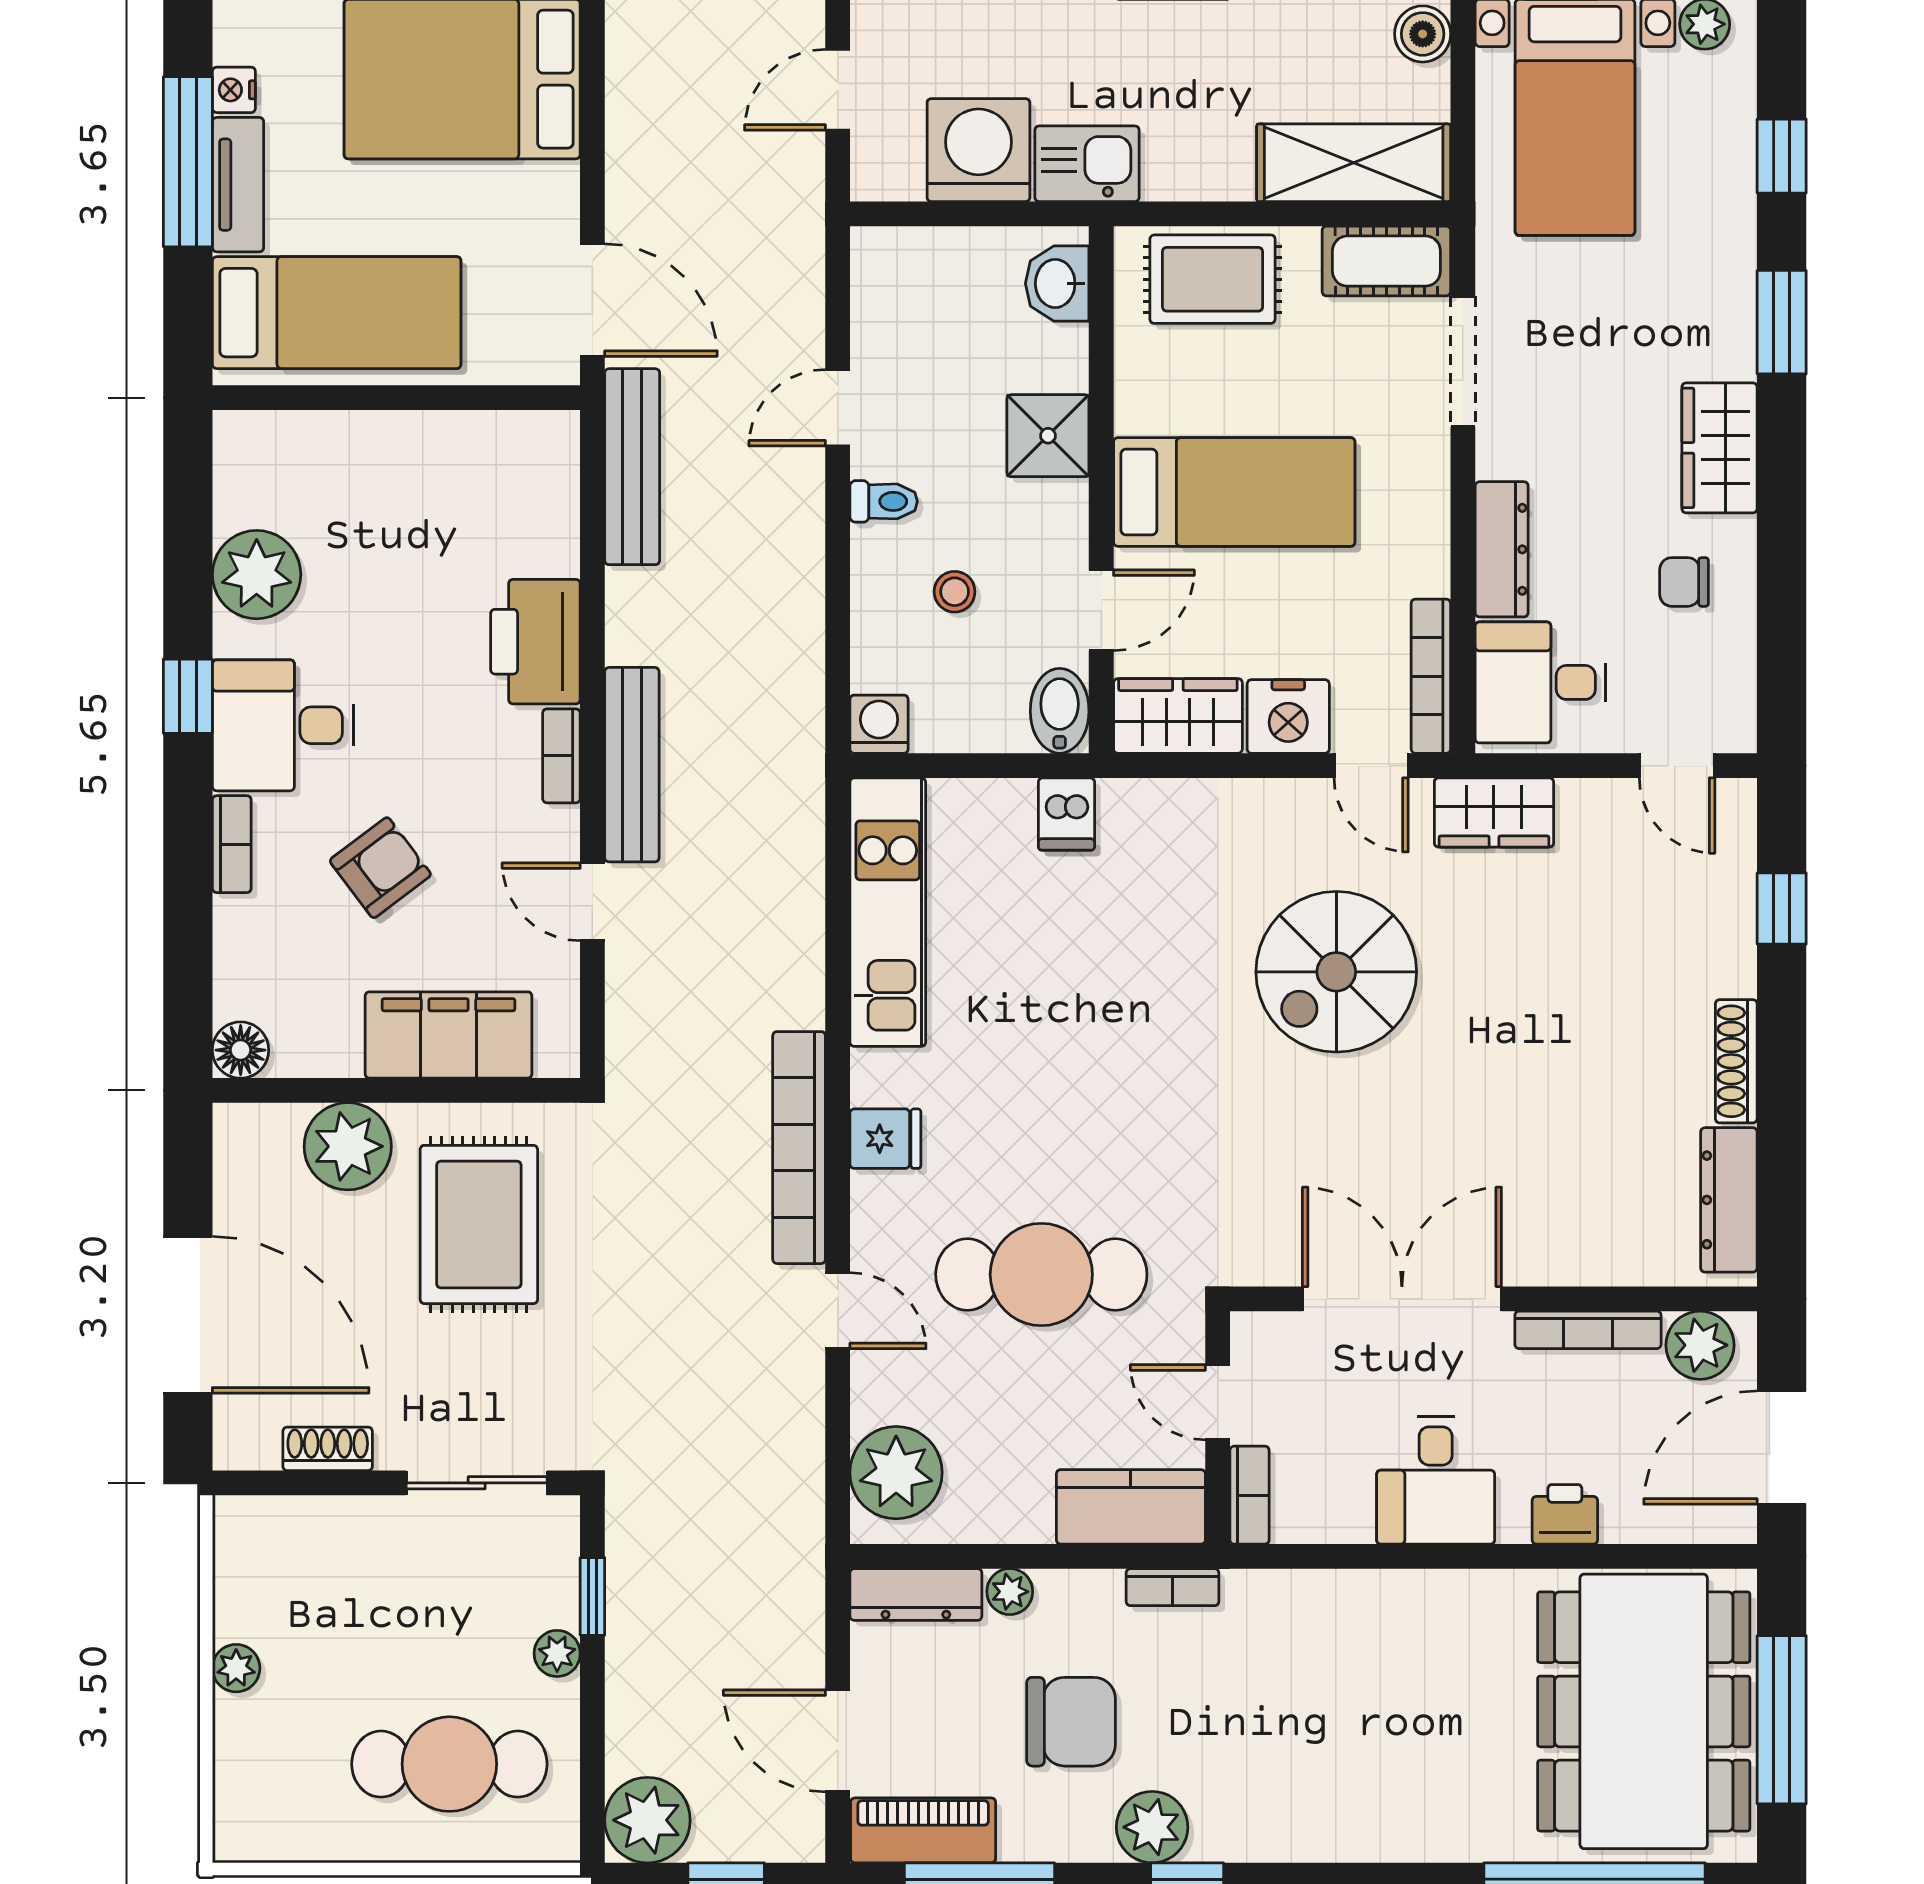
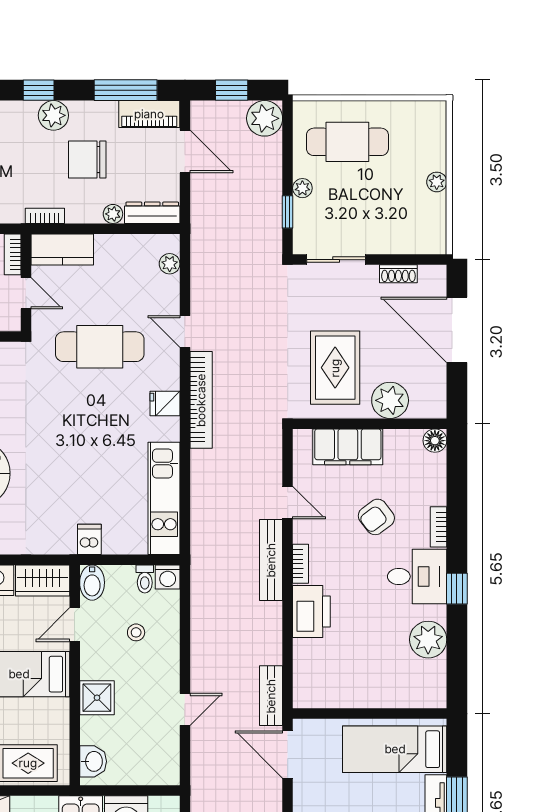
bench: (632, 467) -> (271, 696), width x0.73
toilet: (884, 501) -> (145, 579), moved, turned -90
plant: (896, 1473) -> (170, 264), width x0.53, depth x0.53

